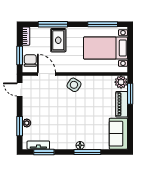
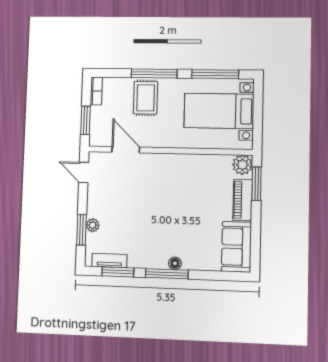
window: (53, 24) -> (154, 73), moved
chair: (30, 60) -> (101, 128), removed
side table: (74, 85) -> (168, 167), removed
window: (87, 152) -> (167, 274), moved

